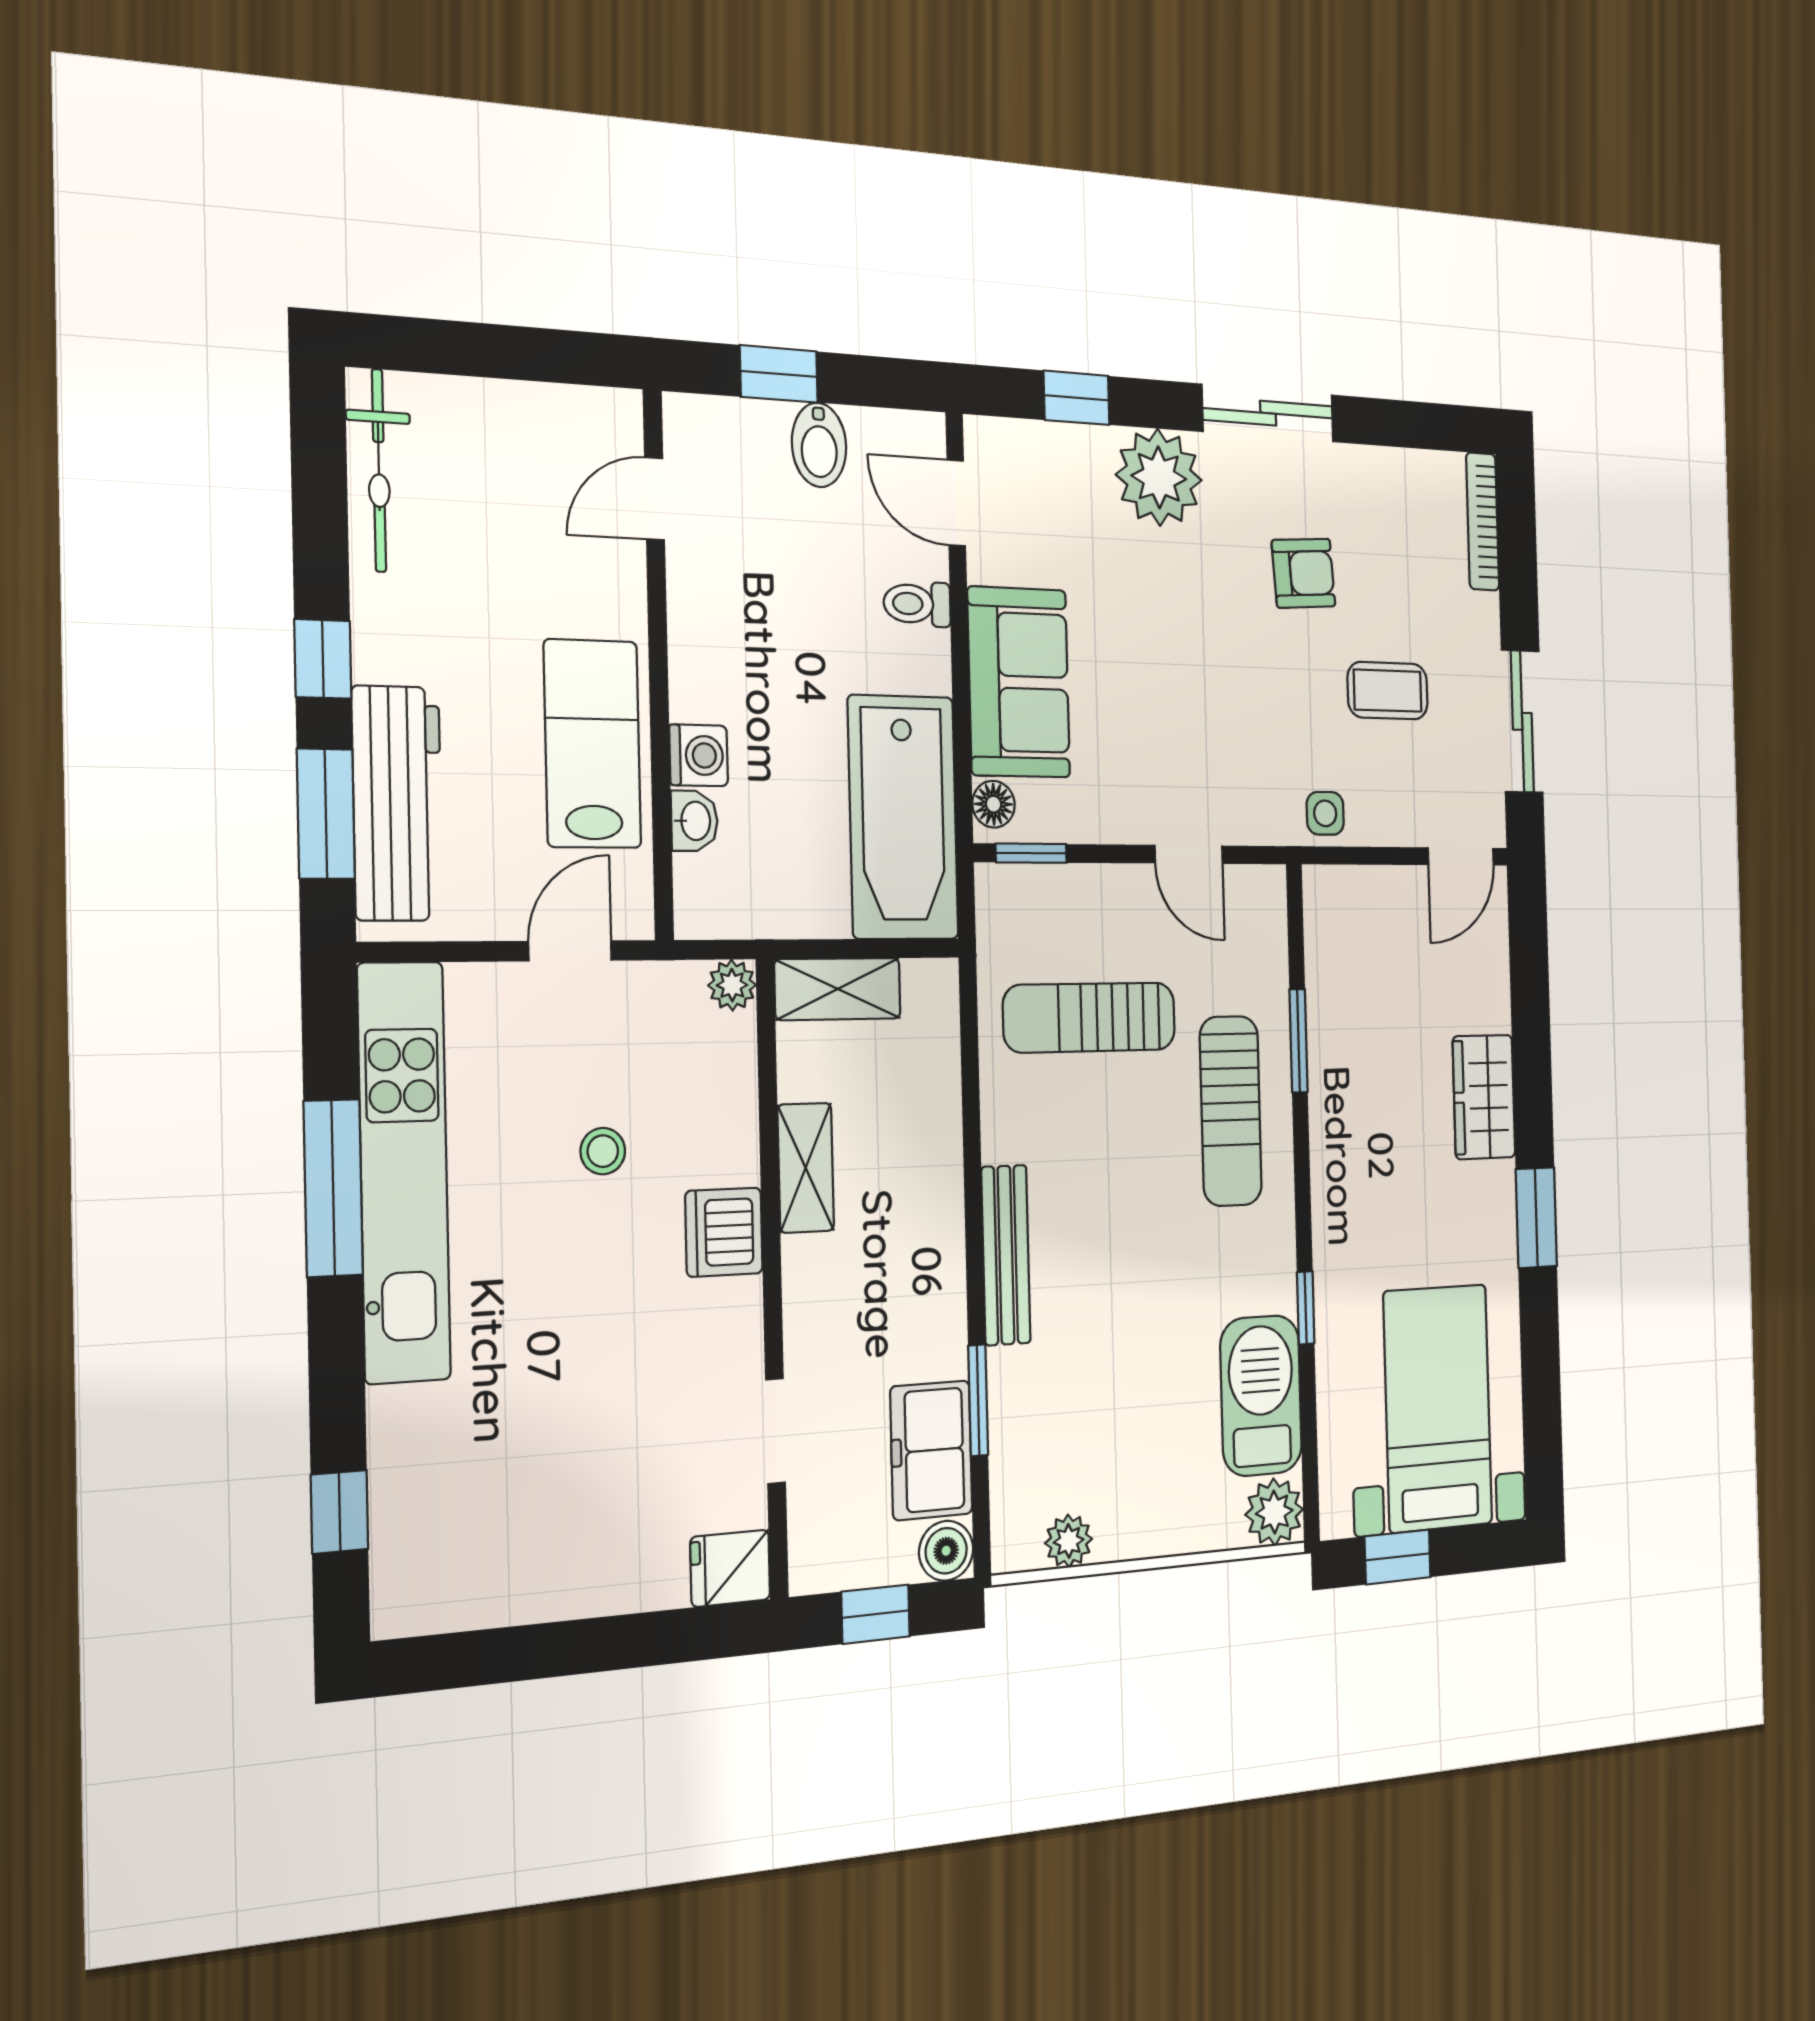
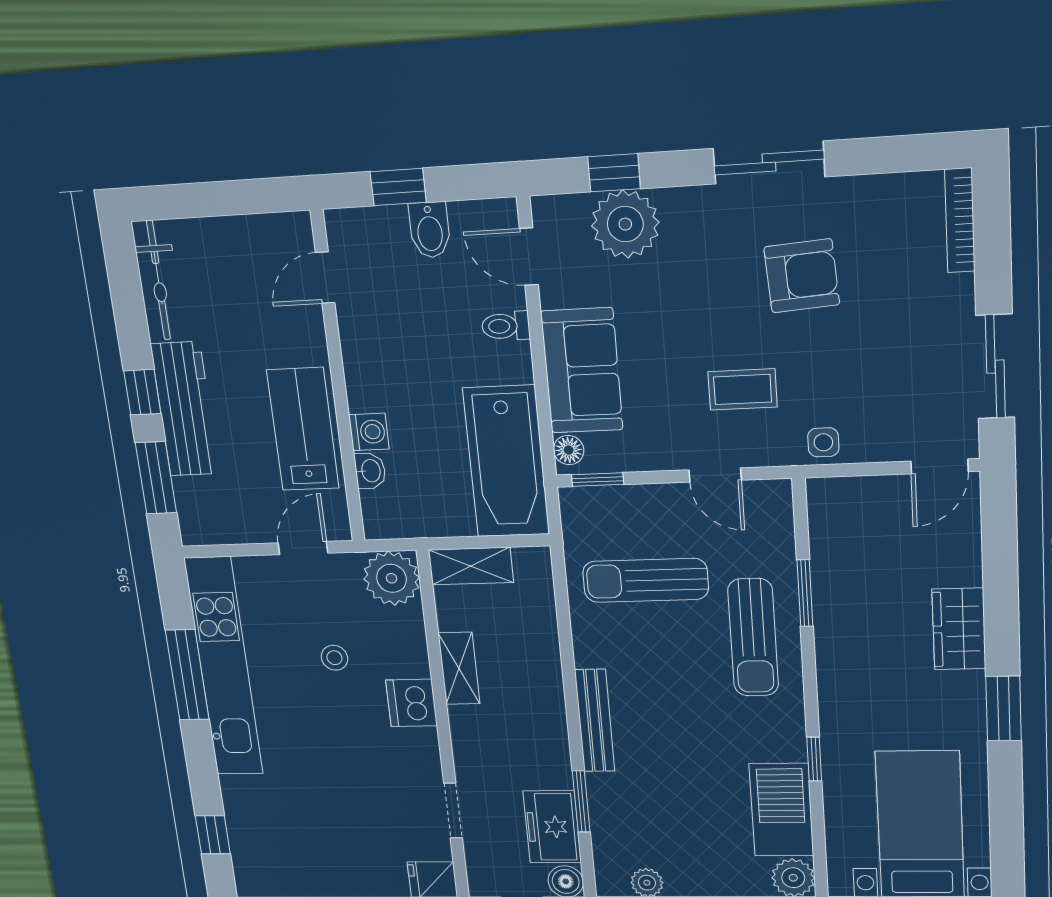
plant: (1159, 477) -> (625, 224), moved
armchair: (1303, 573) -> (802, 276), width x1.38, depth x1.38
coffee table: (1388, 691) -> (743, 389), moved
workbench: (397, 803) -> (185, 409), moved
plant: (732, 985) -> (392, 578), width x1.88, depth x1.88

